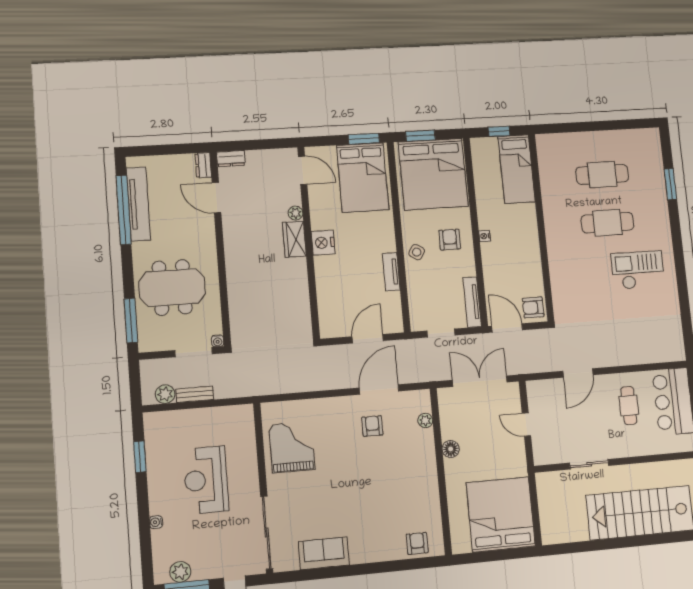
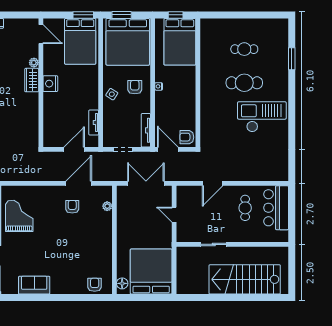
bed: (517, 169) -> (180, 42), width x1.50
cafe table: (602, 174) -> (244, 49), width x0.73, depth x0.74
checkout: (638, 270) -> (262, 117), width x1.36, depth x1.21
tv unit: (391, 272) -> (94, 122), moved
floor lamp: (451, 449) -> (122, 283), moved

